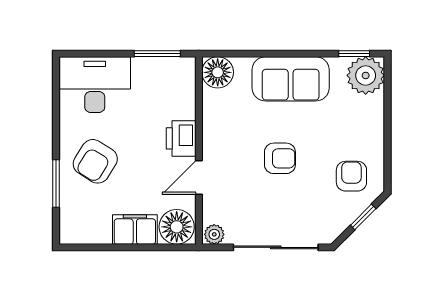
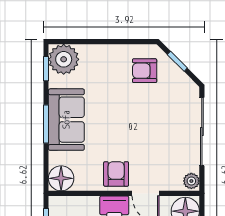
window: (285, 54) -> (46, 124), added
armchair: (280, 158) -> (116, 174), moved

